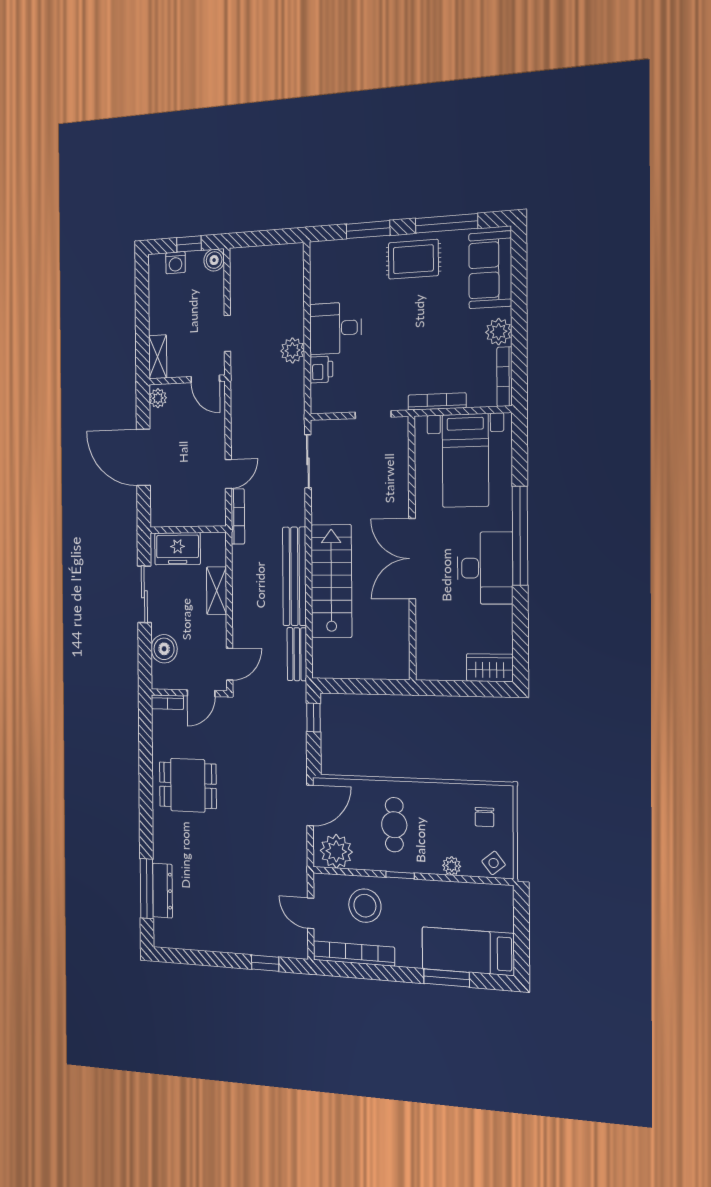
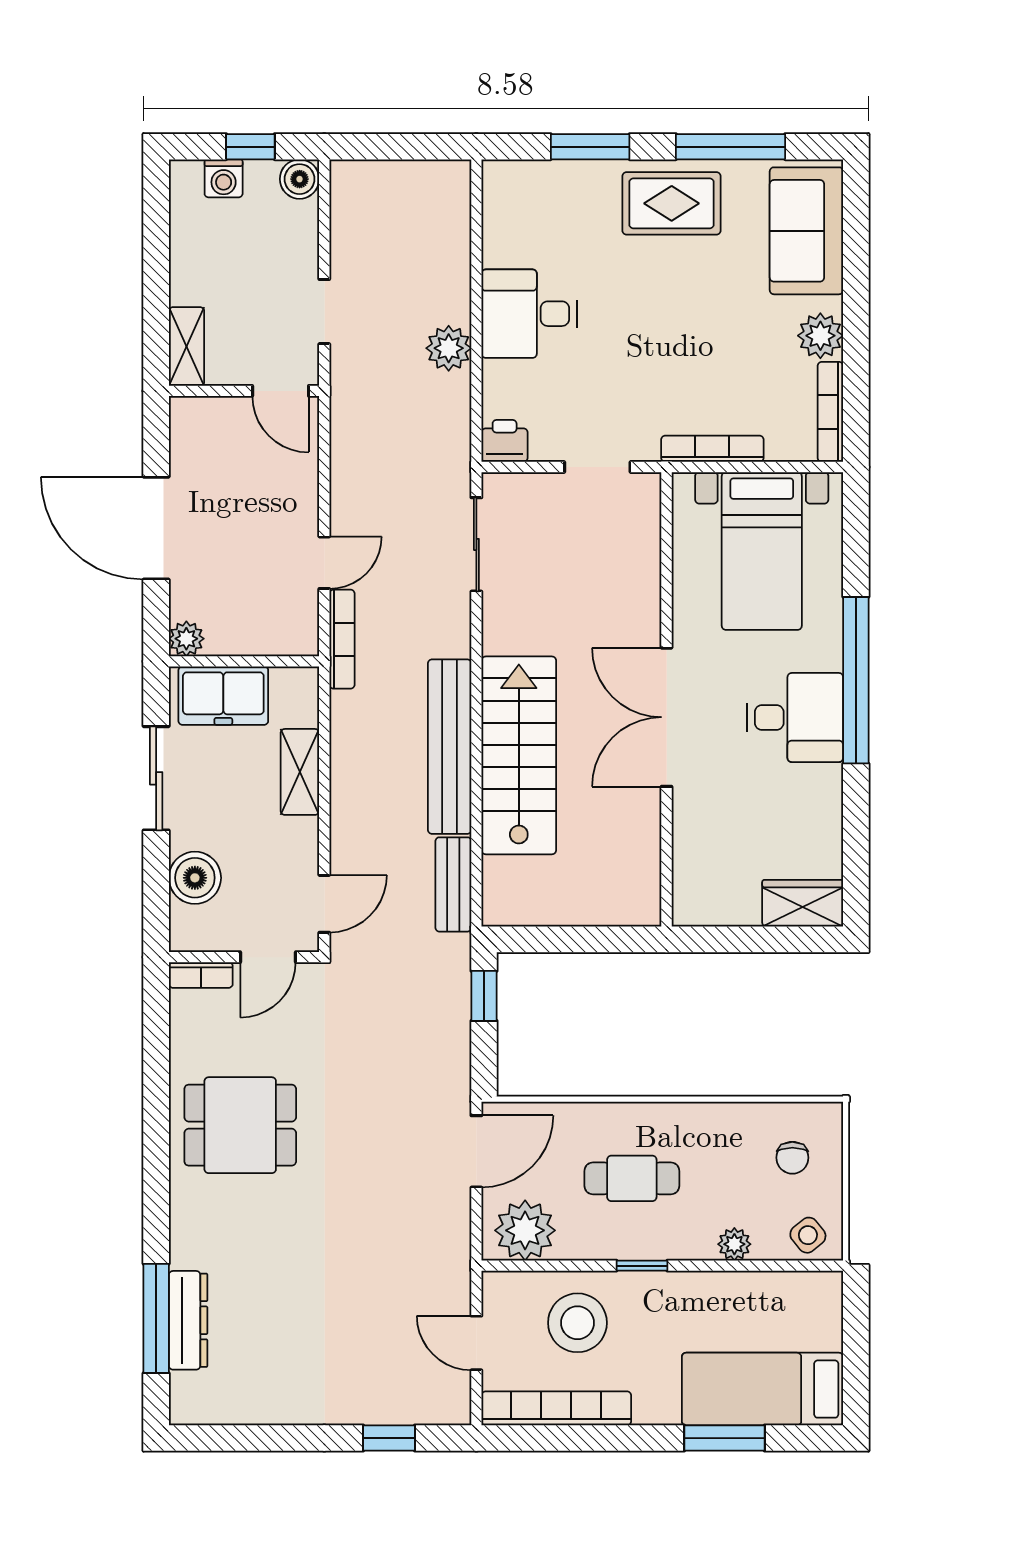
printer: (321, 369) -> (505, 441), moved, turned -90
plant: (158, 398) -> (186, 639), moved
desk: (485, 568) -> (795, 718), width x0.73
cafe table: (394, 825) -> (632, 1178), turned 90

